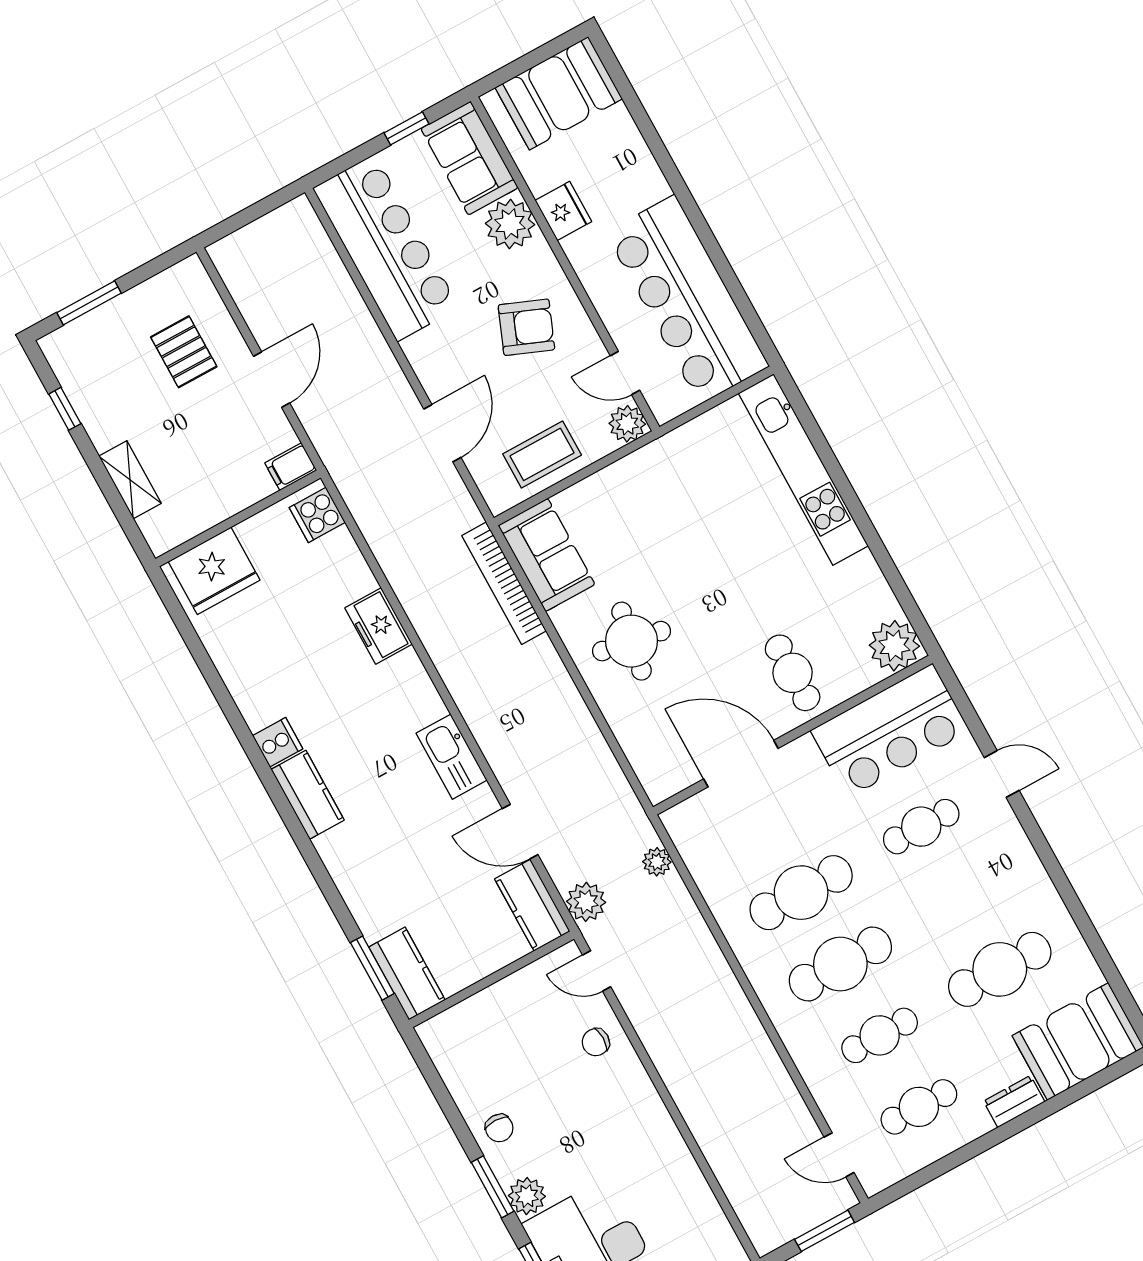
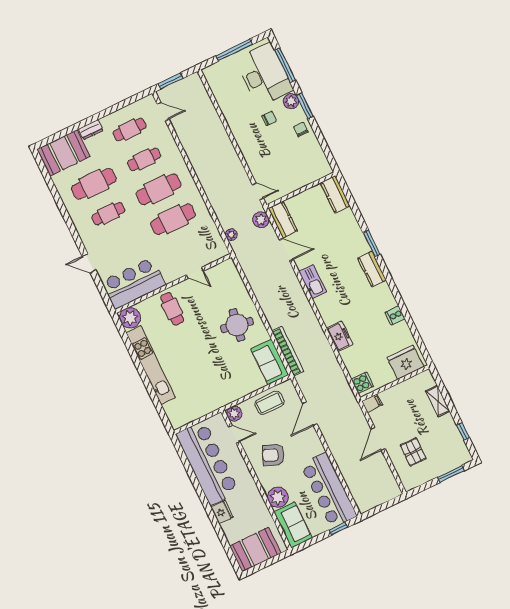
window: (406, 128) -> (338, 528), moved
fridge: (563, 211) -> (222, 512), moved, turned 180
kitchen unit: (803, 470) -> (151, 365), moved
cooker: (278, 742) -> (395, 315), moved
door: (741, 764) -> (195, 273), width x0.53
cafe table: (921, 827) -> (108, 214), moved
window: (372, 968) -> (372, 243), moved
chair: (596, 1042) -> (269, 118), moved

